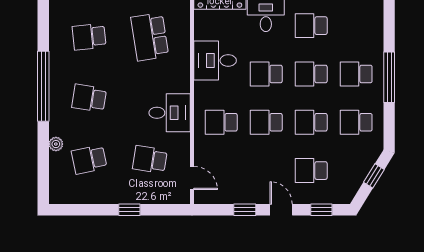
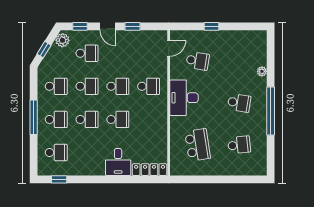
school desk: (311, 26) -> (56, 153), moved
desk: (215, 60) -> (153, 129), removed
desk: (170, 113) -> (184, 98), width x1.37
school desk: (89, 159) -> (239, 61), removed
door: (192, 178) -> (169, 48), swing flipped
plant: (347, 189) -> (62, 40), added

